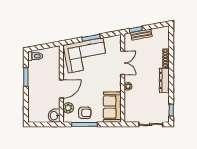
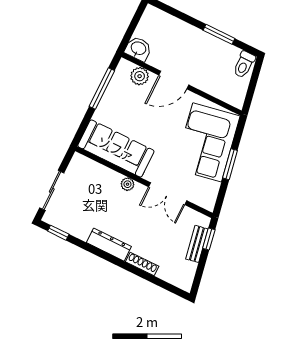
door: (61, 89) -> (174, 80), hinge flipped
sofa: (112, 107) -> (116, 148), width x1.36
armchair: (85, 113) -> (119, 98), removed

